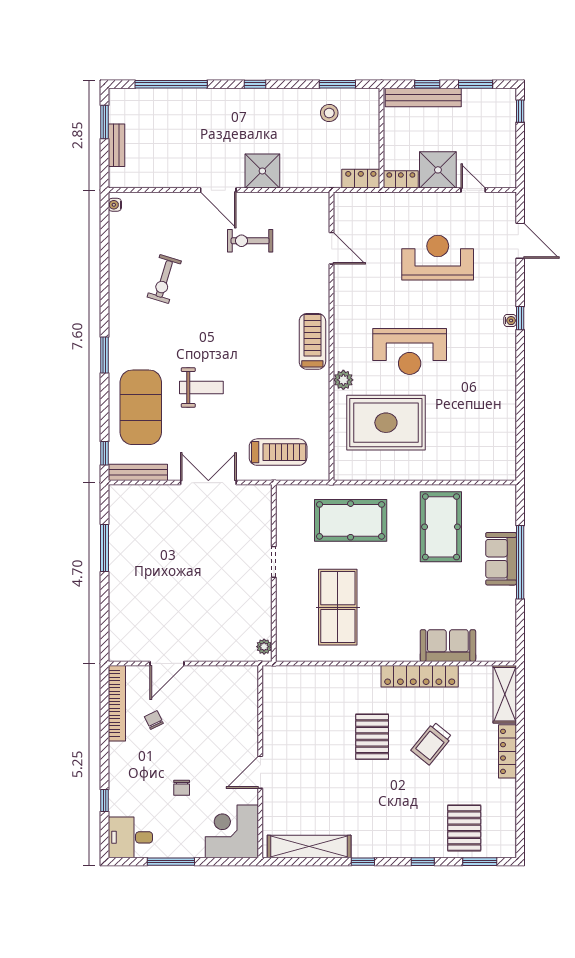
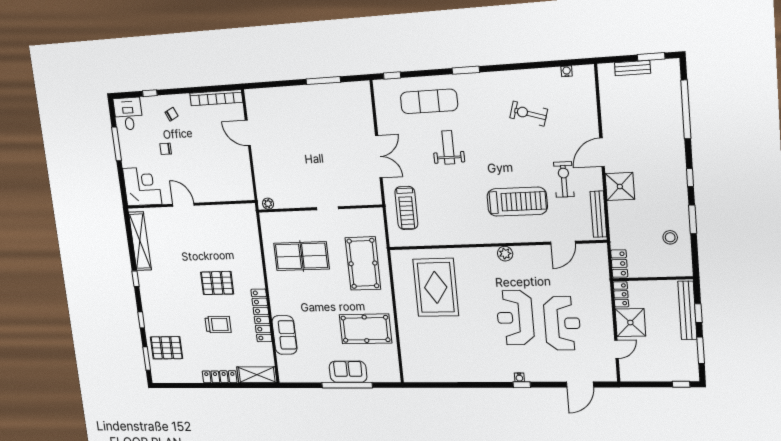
window: (337, 84) -> (693, 219), moved
water cooler: (115, 205) -> (567, 71), moved
treadmill: (312, 341) -> (517, 202), moved, width x1.37, depth x1.38
reception desk: (410, 351) -> (515, 318), moved
plant: (343, 380) -> (505, 254), moved
weight bench: (201, 388) -> (448, 147), turned 180
exercise mat: (141, 407) -> (429, 101), width x0.68
bench: (138, 472) -> (598, 214), moved
chair: (154, 720) -> (172, 114), moved
trolley: (432, 743) -> (218, 325), turned 141

